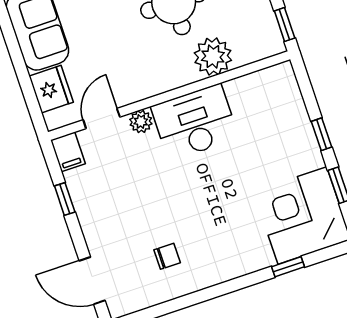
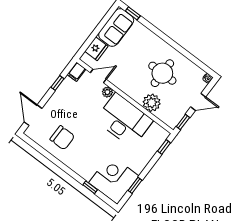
desk: (195, 122) -> (124, 120), width x1.36, depth x1.30
window: (321, 134) -> (164, 147), moved
chair: (167, 256) -> (62, 138), width x1.87, depth x1.87

